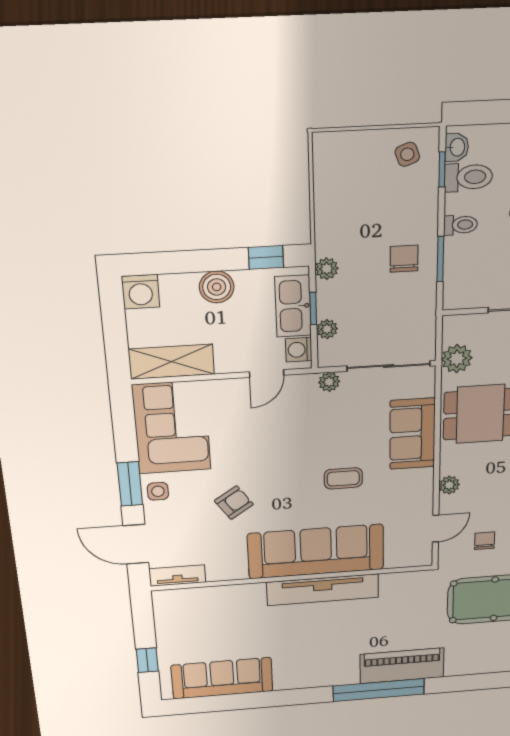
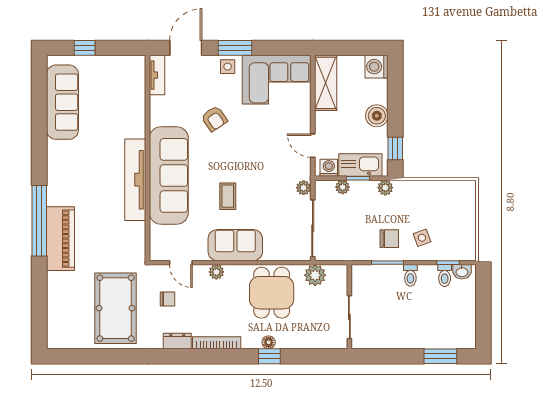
side table: (407, 154) -> (422, 238), moved
toilet: (468, 177) -> (445, 276), width x0.73, depth x0.72
sofa: (412, 434) -> (235, 245), moved

